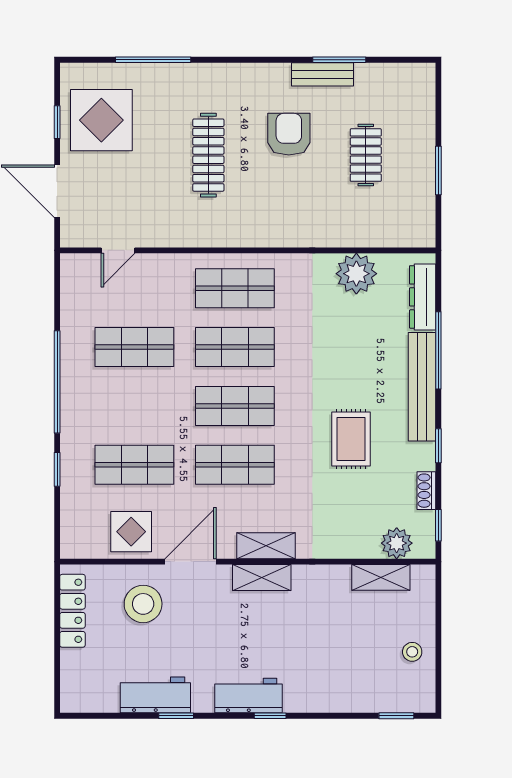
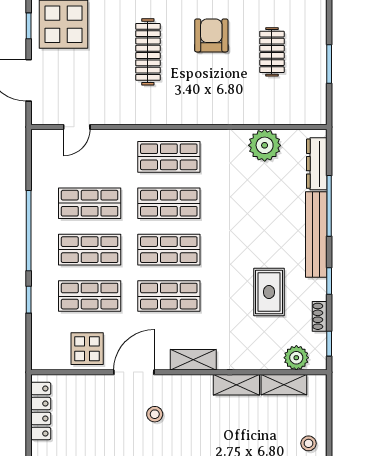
shop shelf: (134, 406) -> (90, 250), added
rug: (351, 439) -> (269, 292), moved
shelving: (262, 577) -> (236, 385), moved
stool: (143, 604) -> (155, 414), moved, width x0.53, depth x0.53

